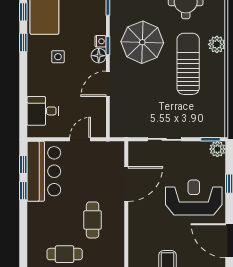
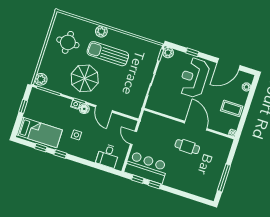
door: (126, 184) -> (196, 126), moved
cafe table: (65, 254) -> (203, 171), removed

